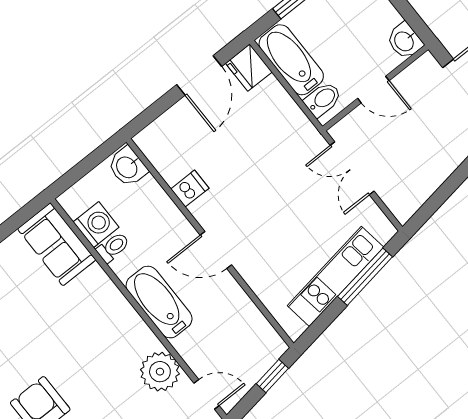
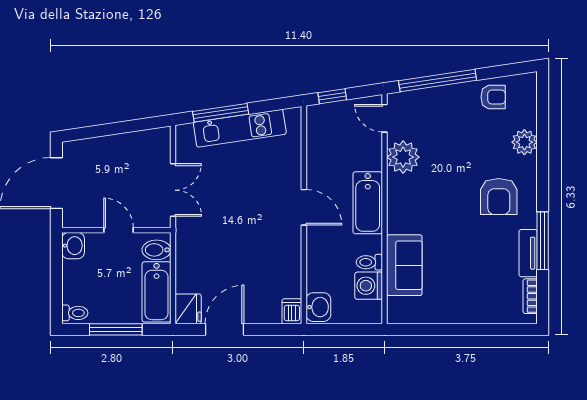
dishwasher: (190, 189) -> (292, 311), moved, turned 90
sofa: (57, 244) -> (404, 265), moved

